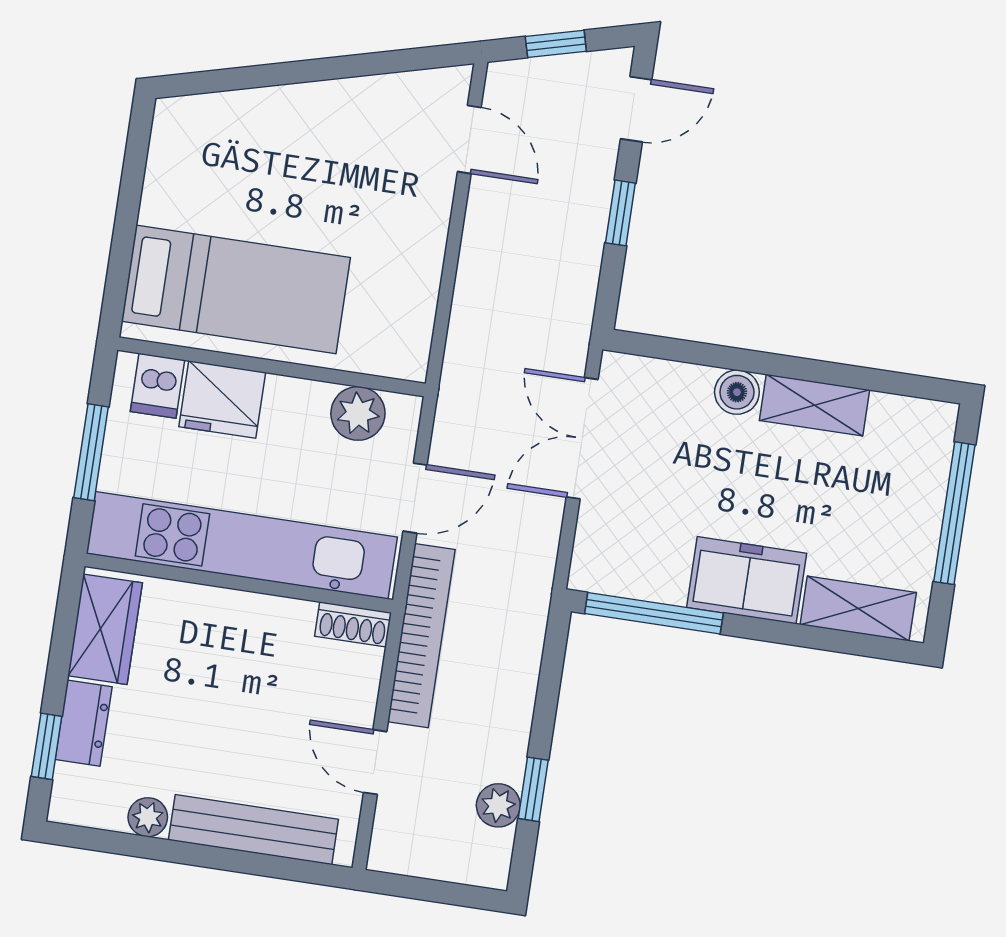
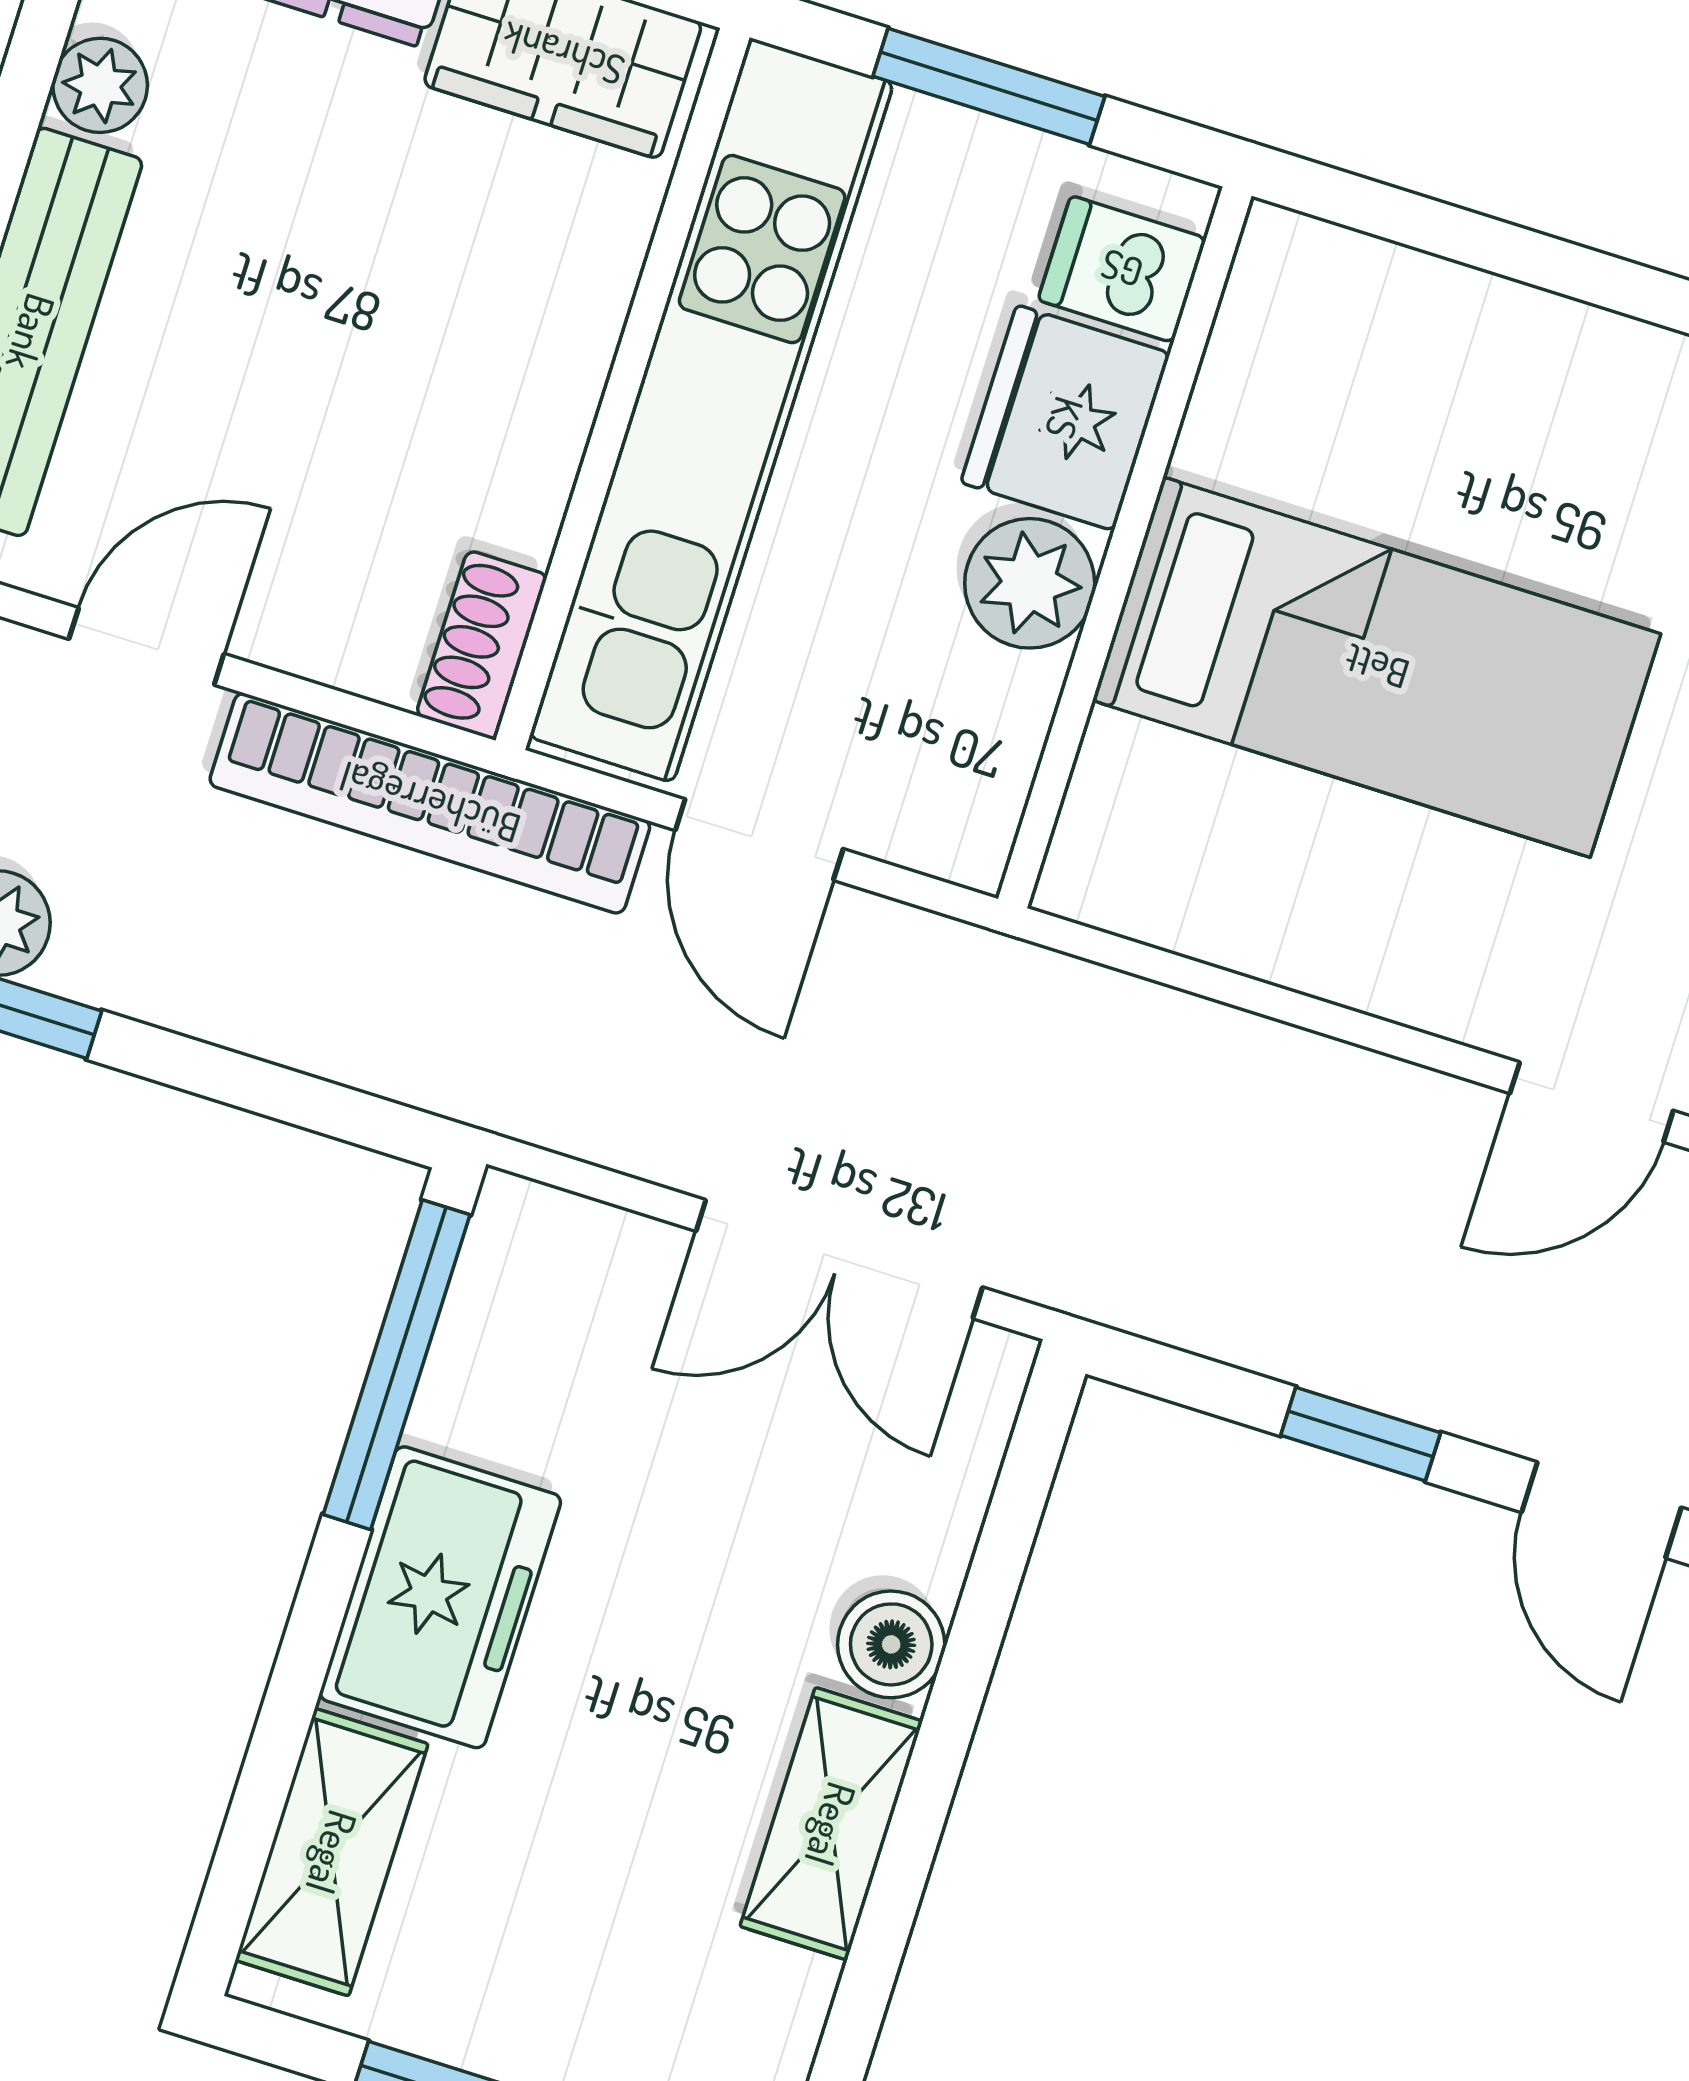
bed: (236, 289) -> (1377, 667), moved, turned -90
plant: (358, 413) -> (1030, 583), moved
double door: (582, 438) -> (839, 1259), swing flipped

